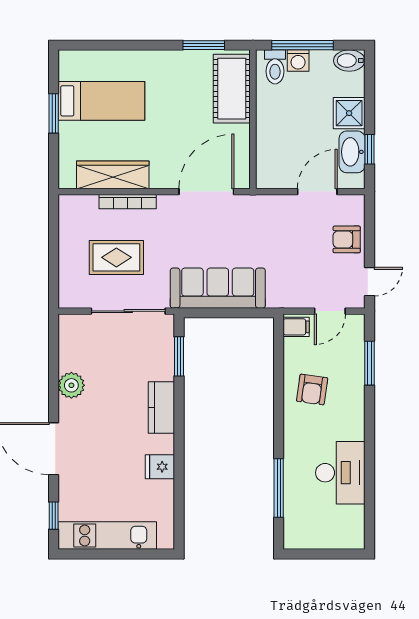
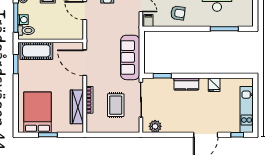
bed: (101, 101) -> (37, 112), width x1.50
plant: (71, 385) -> (155, 126), moved

